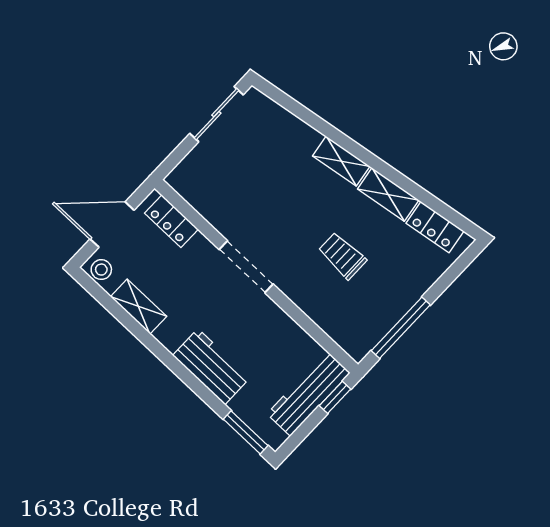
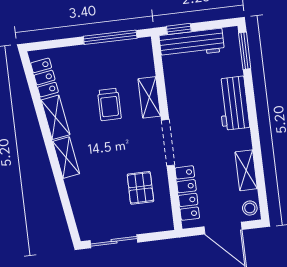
pallet: (236, 194) -> (140, 188), added
locker: (171, 221) -> (187, 193), width x1.53
shelving: (306, 298) -> (149, 97), added

